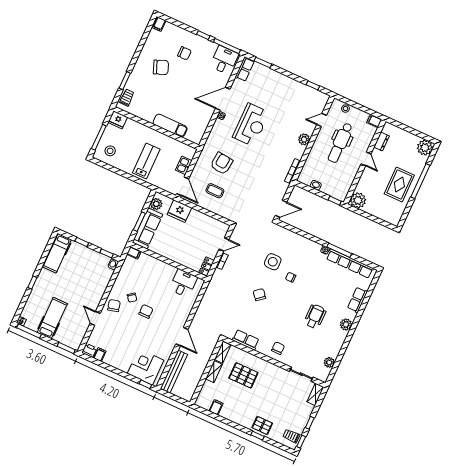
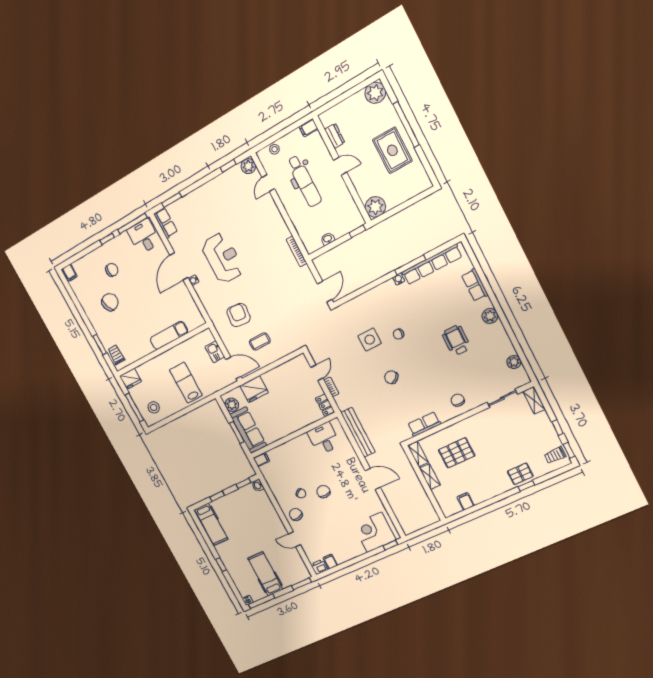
plant: (304, 139) -> (248, 166), moved
bench: (174, 372) -> (358, 432), moved

